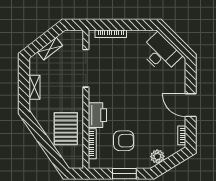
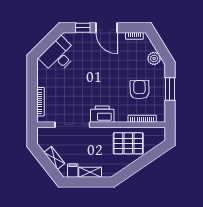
filing cabinet: (36, 69) -> (73, 170), added
window: (191, 79) -> (83, 28), added
door: (191, 105) -> (107, 28), hinge flipped
printer: (97, 115) -> (102, 114), moved

